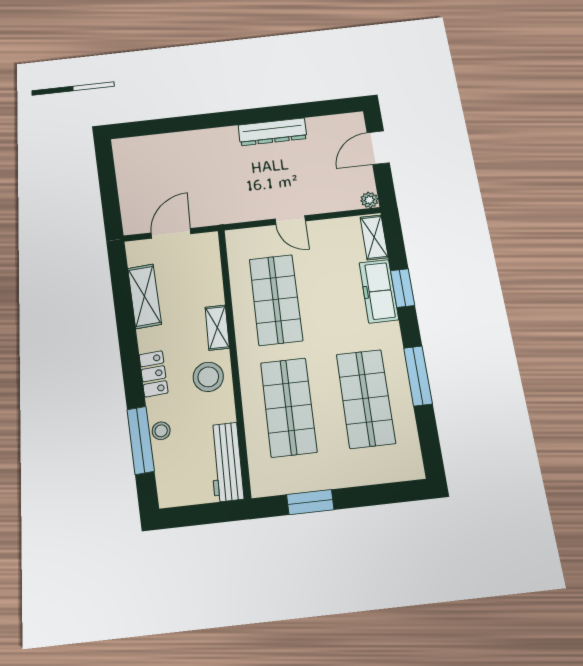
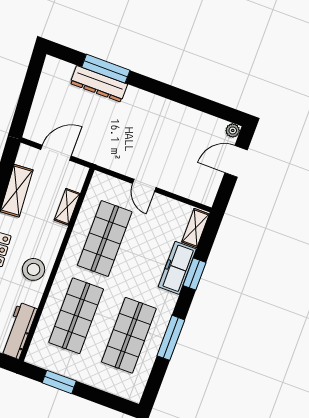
window: (184, 124) -> (106, 69), added
dresser: (272, 132) -> (99, 84), moved
plant: (369, 200) -> (233, 130), moved
shelving: (217, 328) -> (67, 207), moved

